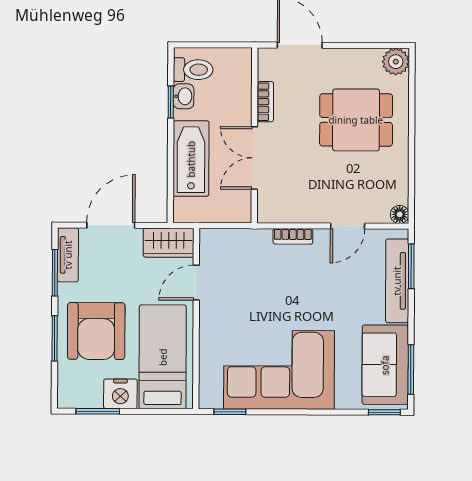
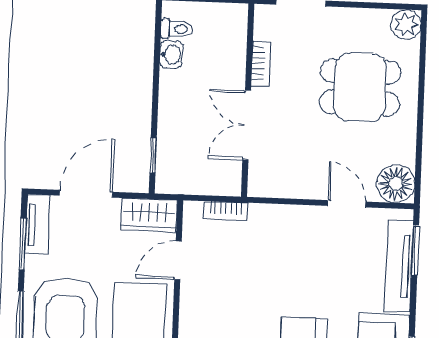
toilet: (193, 70) -> (177, 29), width x0.73, depth x0.72
window: (171, 102) -> (153, 155), moved
bathtub: (191, 159) -> (177, 123), removed
floor lamp: (400, 214) -> (396, 184), width x1.89, depth x1.89
door: (348, 226) -> (347, 204), swing flipped
bookcase: (293, 236) -> (226, 211), moved

